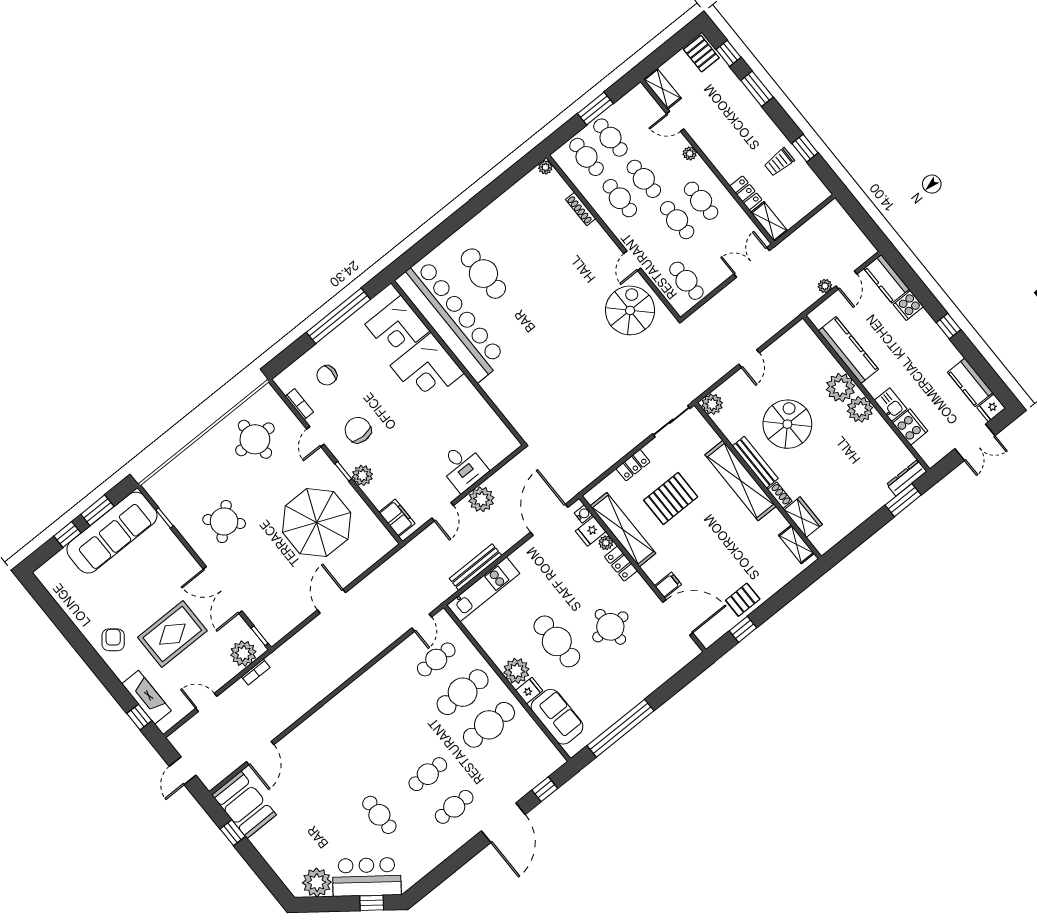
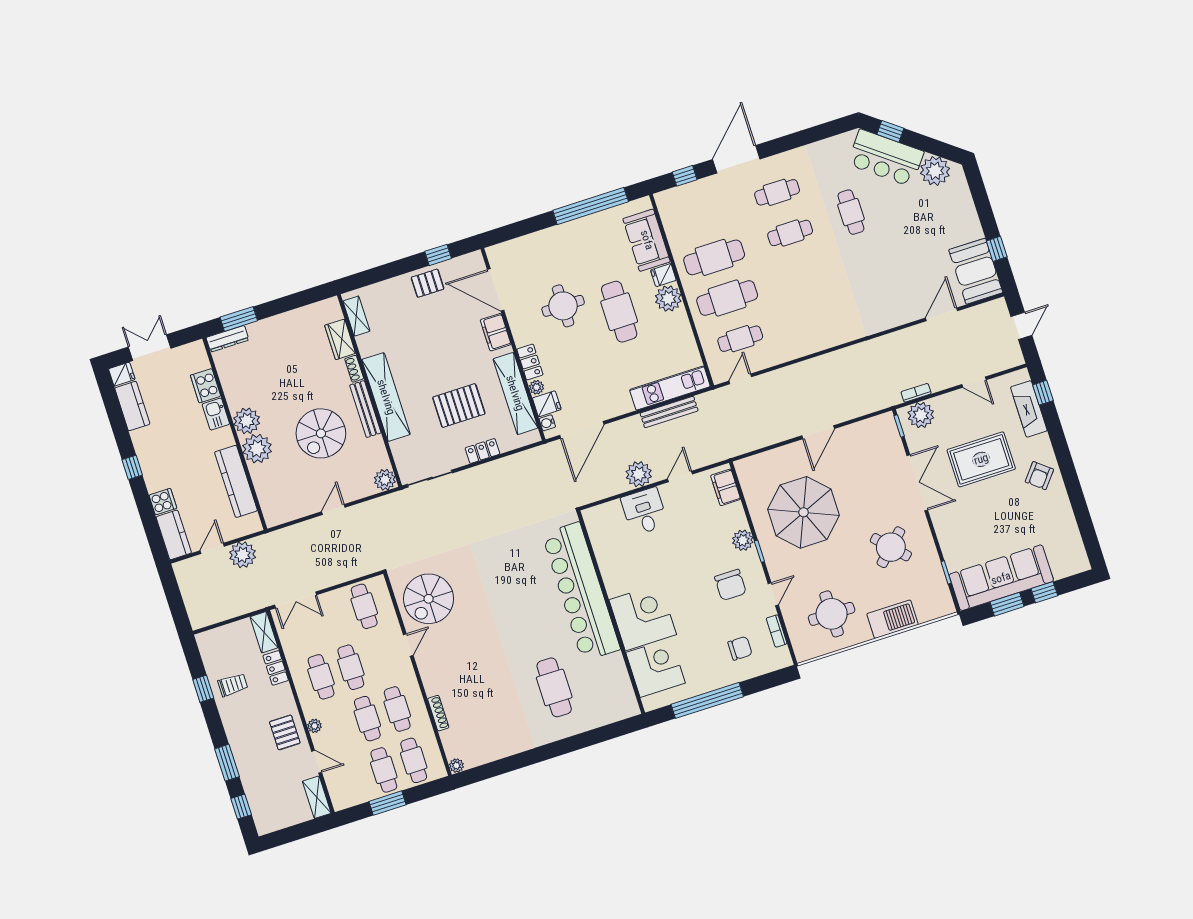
pallet: (701, 54) -> (285, 732), moved
plant: (825, 286) -> (243, 555), width x1.87, depth x1.87
bar counter: (451, 320) -> (581, 592), moved
barbecue: (197, 456) -> (893, 619), added
filing cabinet: (668, 585) -> (496, 332), width x2.00

